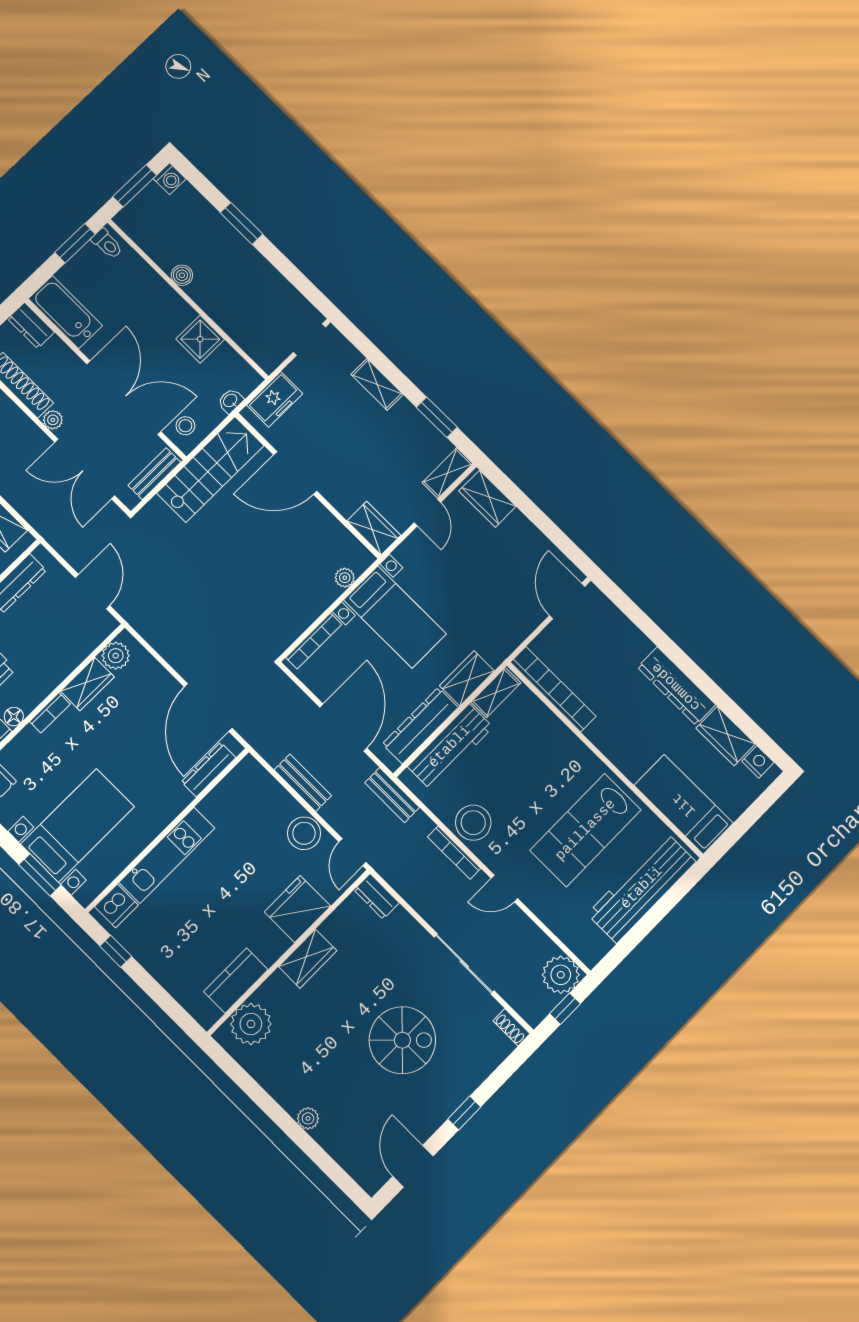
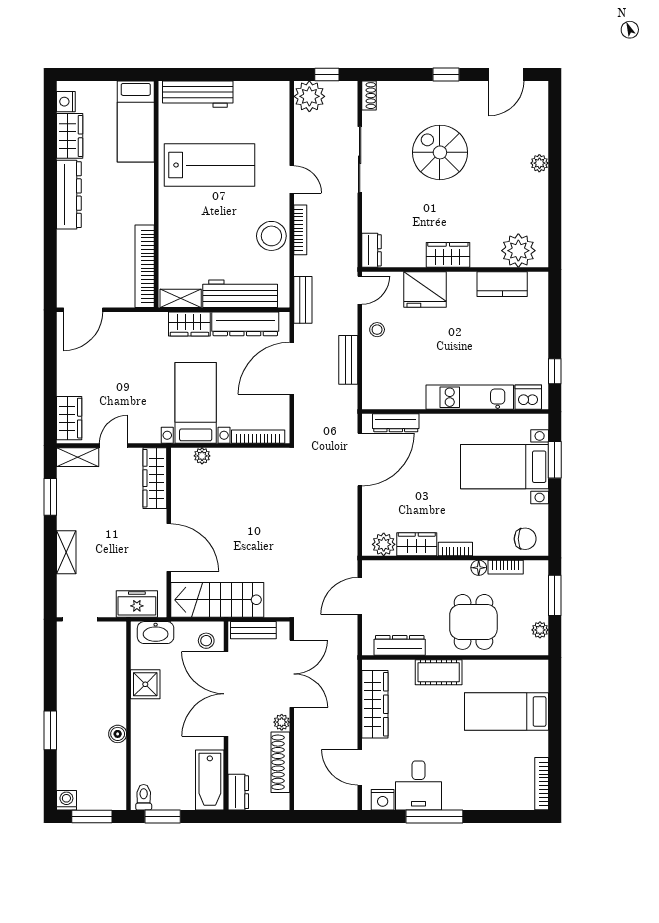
washbasin: (231, 401) -> (156, 633), width x1.91, depth x1.45
wardrobe: (374, 528) -> (155, 478), width x1.50
stool: (304, 833) -> (377, 330), width x0.53, depth x0.53
workbench: (642, 888) -> (198, 94), width x0.73, depth x0.76

